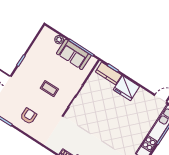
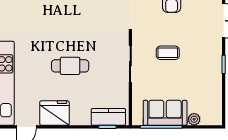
fridge: (126, 88) -> (54, 113), moved
cafe table: (112, 118) -> (70, 66), added

